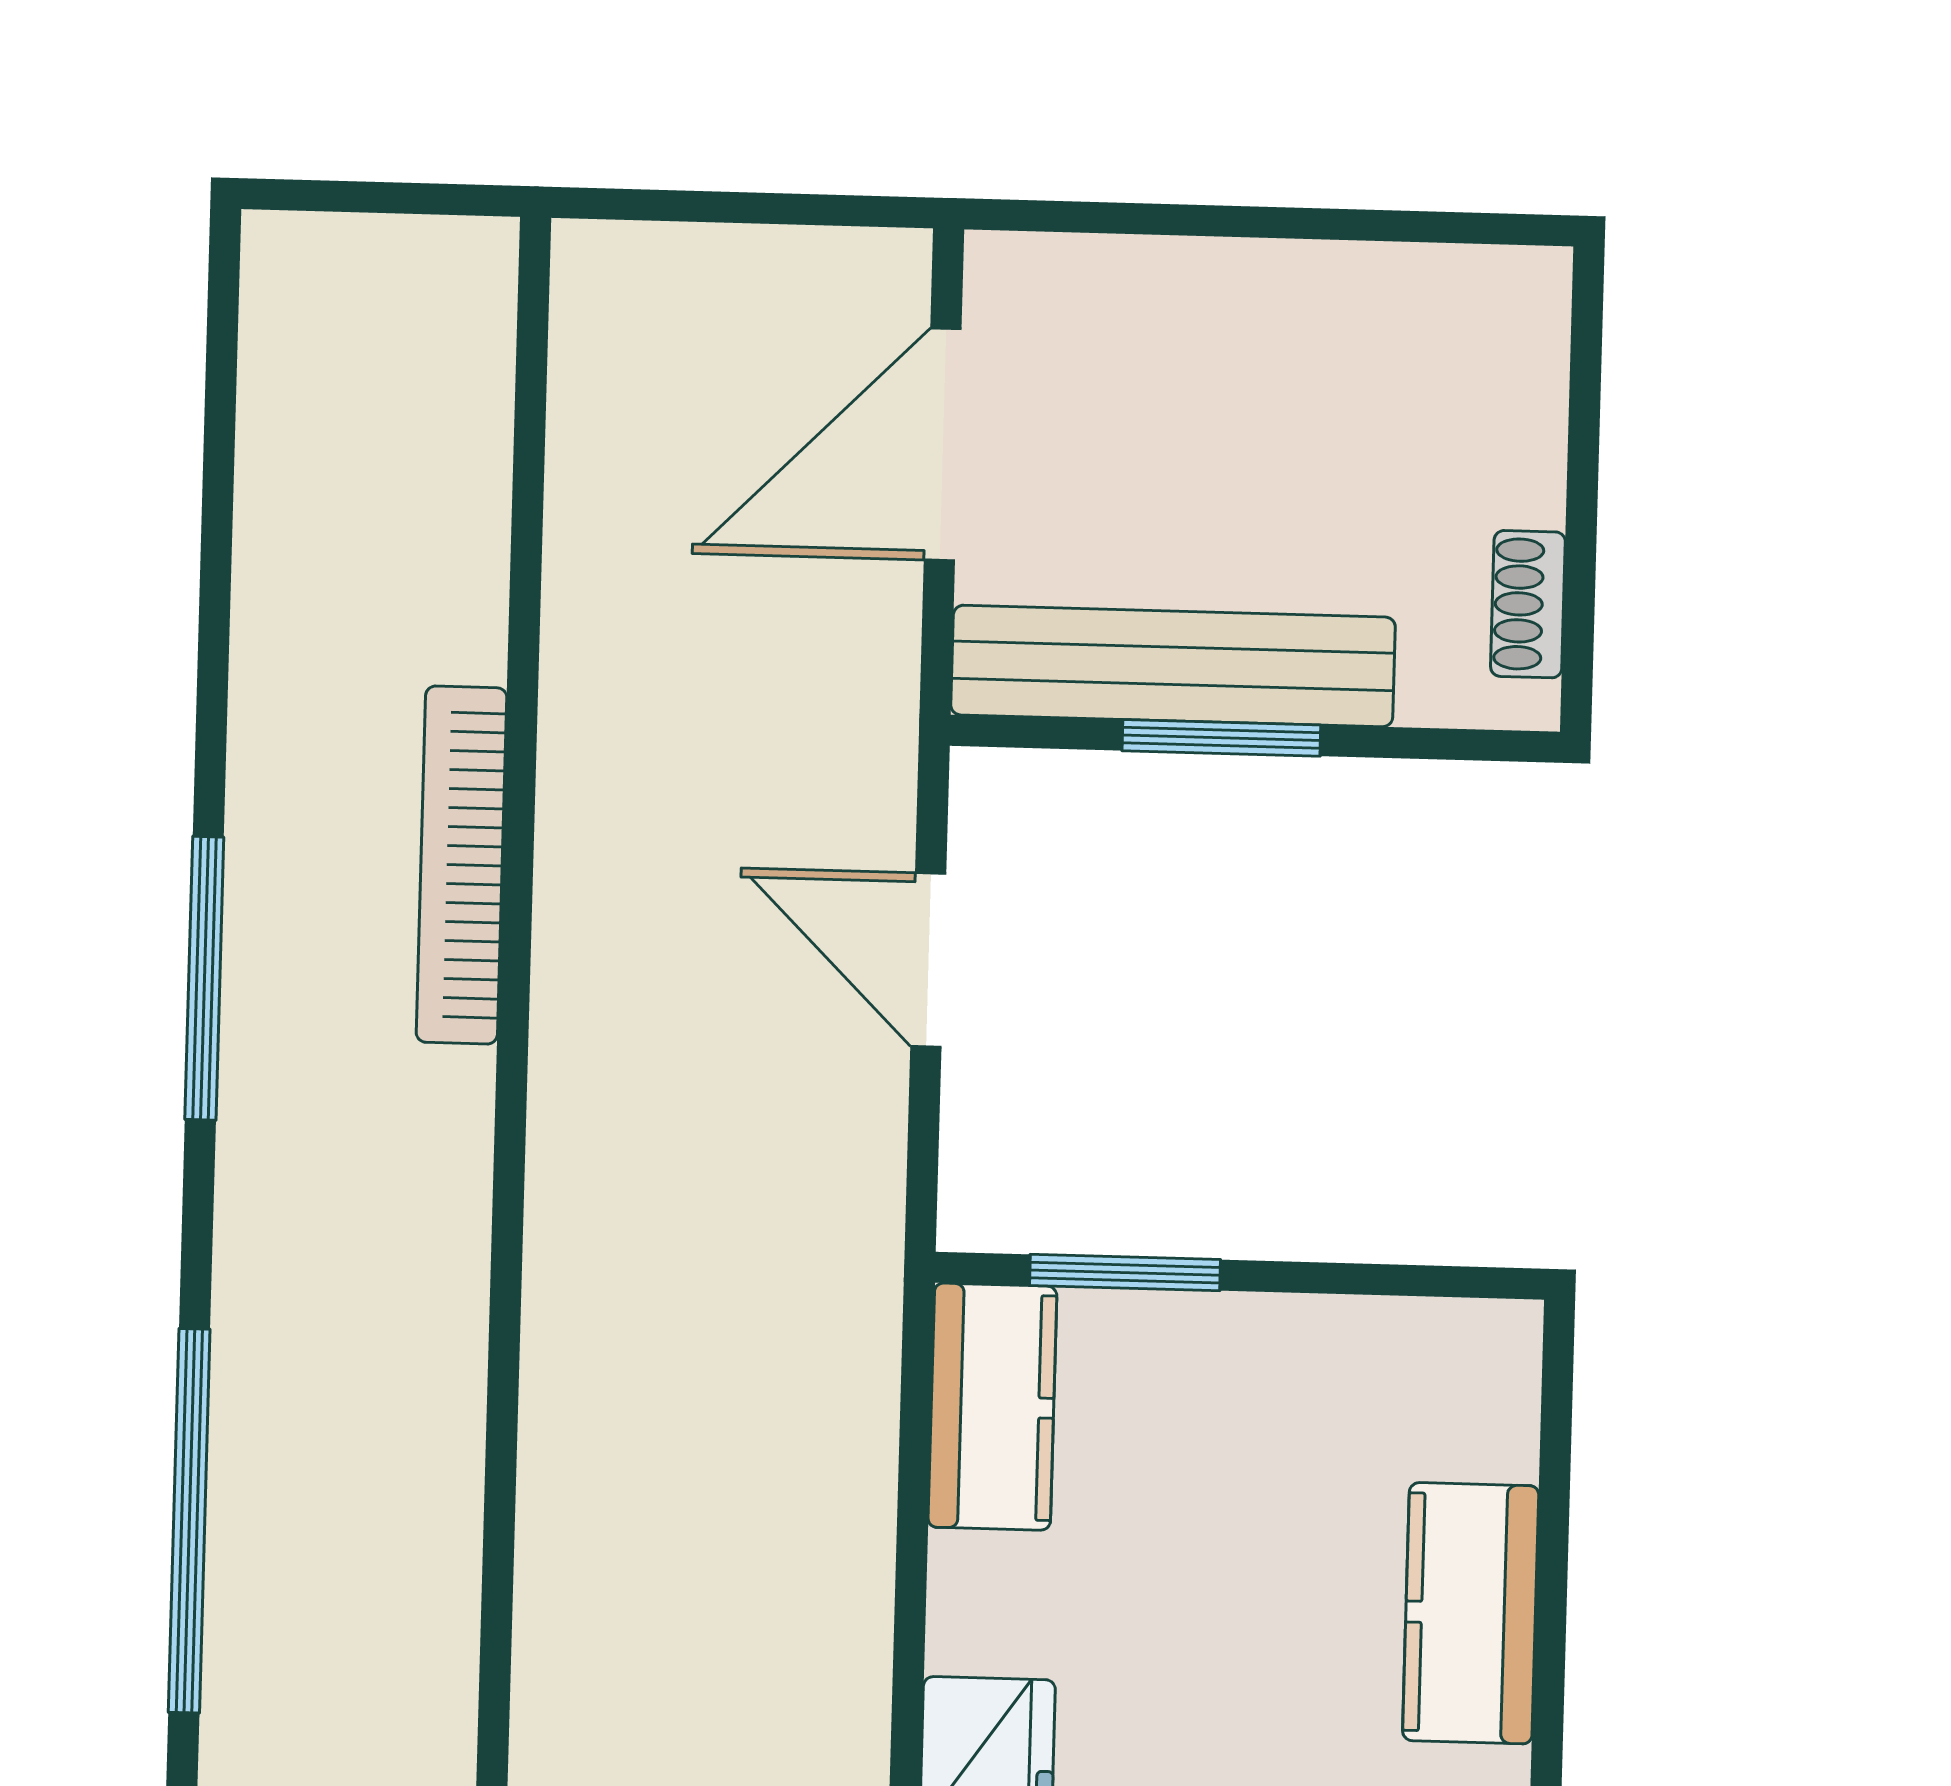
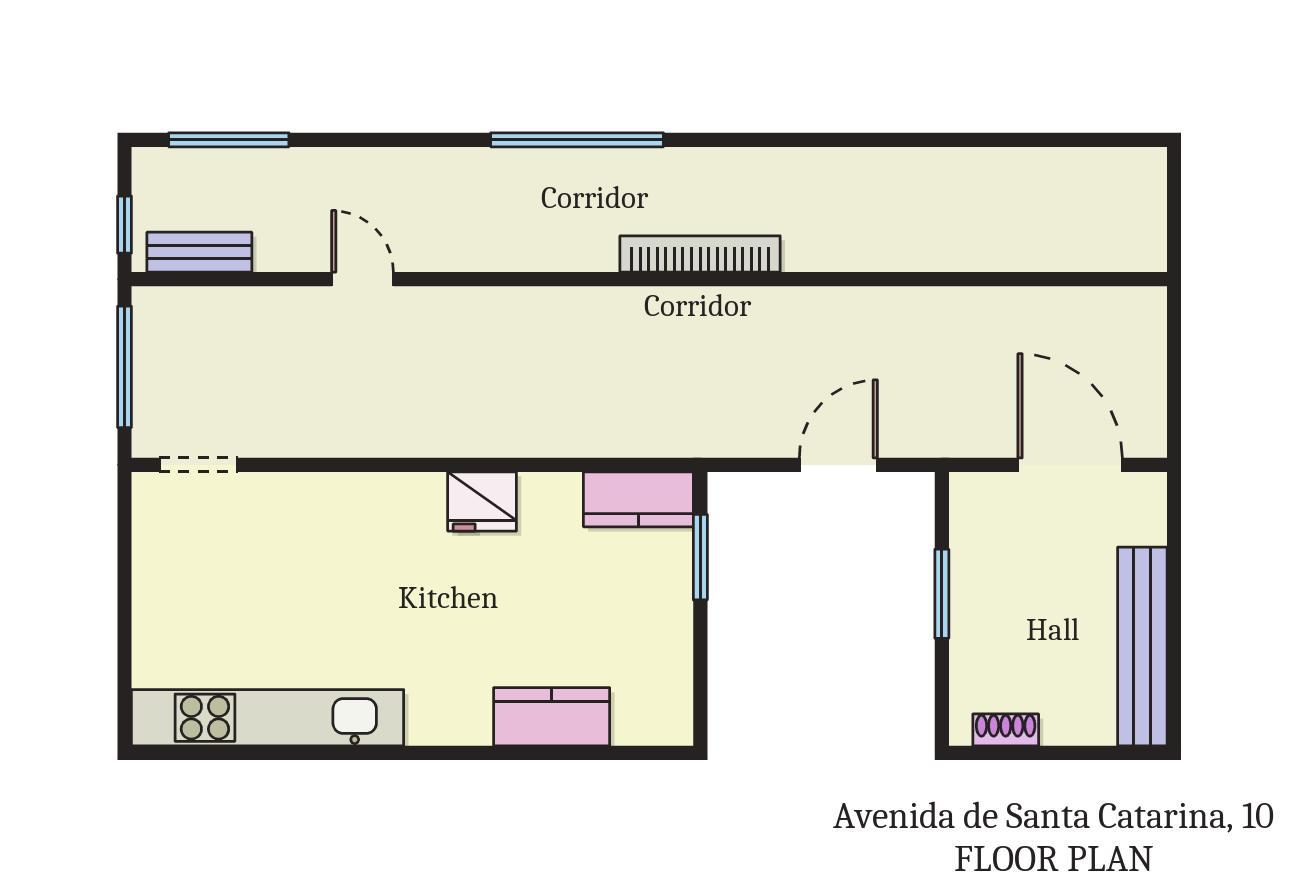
bench: (1173, 666) -> (1142, 647), moved
bookcase: (462, 865) -> (700, 254), moved
window: (204, 978) -> (821, 140), removed

